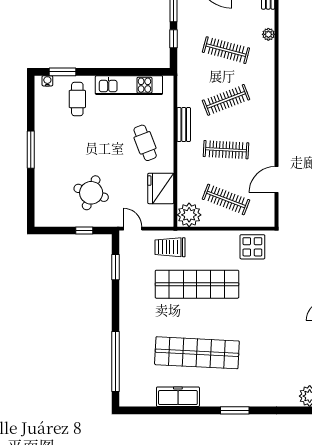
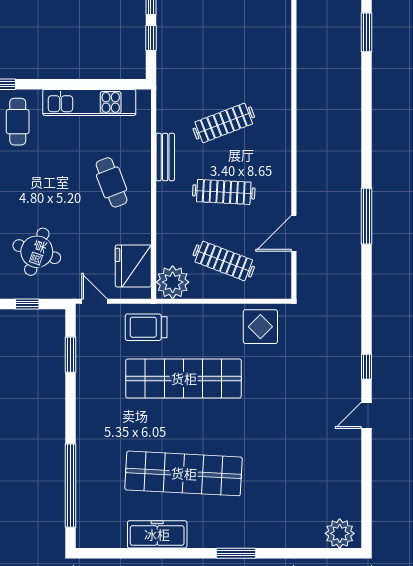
plant: (268, 34) -> (283, 32), removed
clothes rail: (226, 50) -> (224, 54), removed
fridge: (161, 188) -> (133, 266), moved

